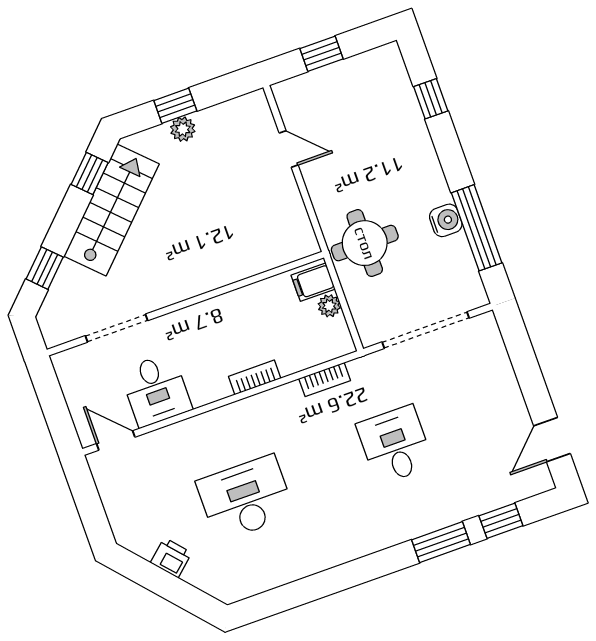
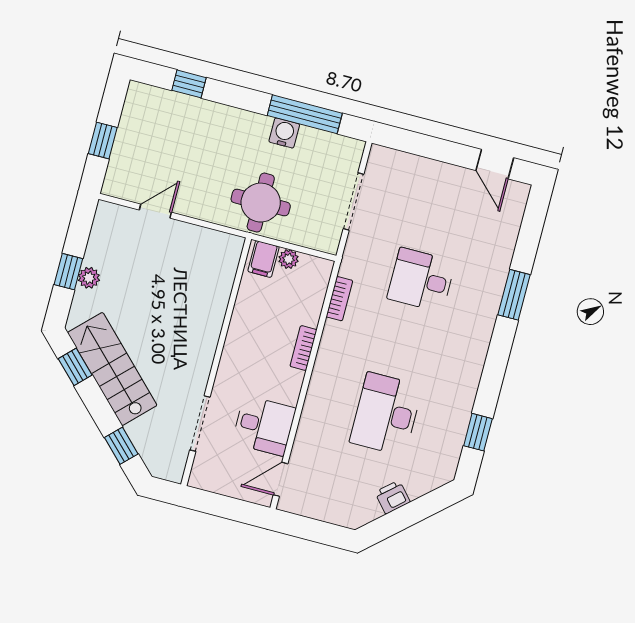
doorway: (426, 330) -> (353, 201), width x0.73
window: (501, 521) -> (478, 432), moved

